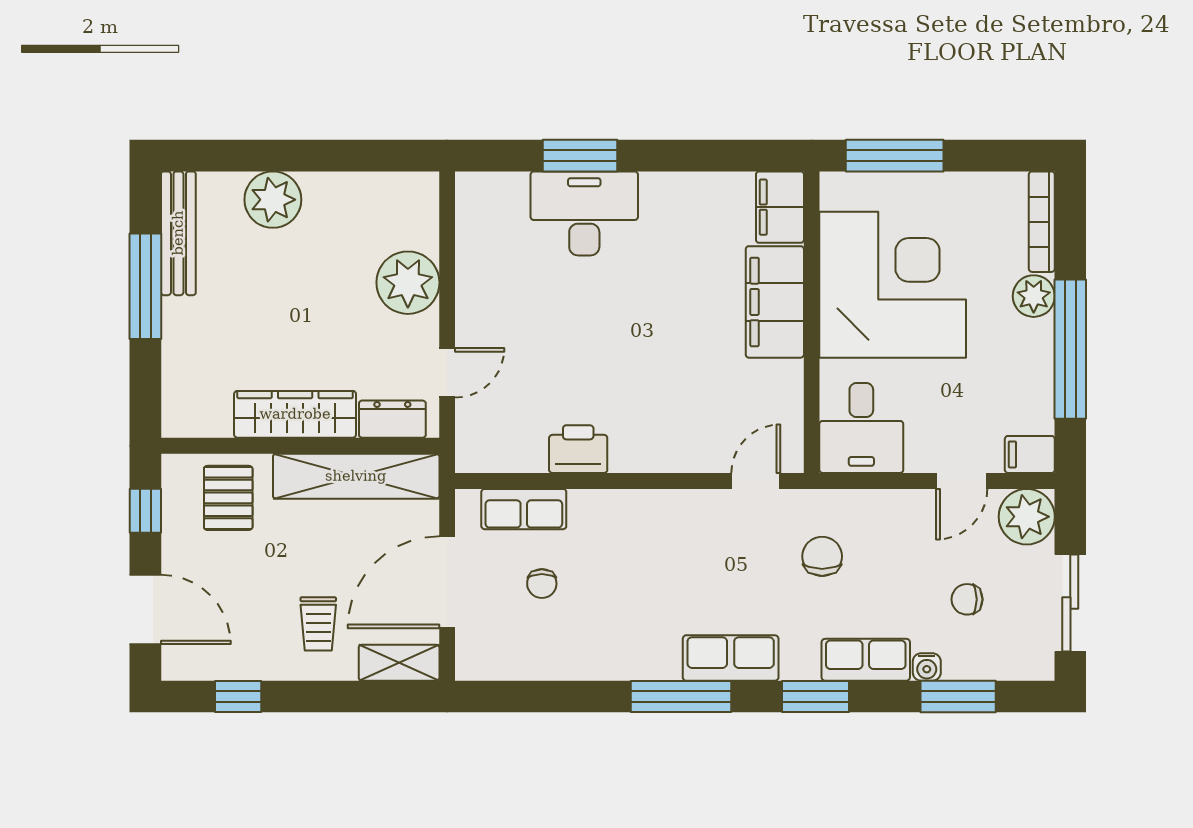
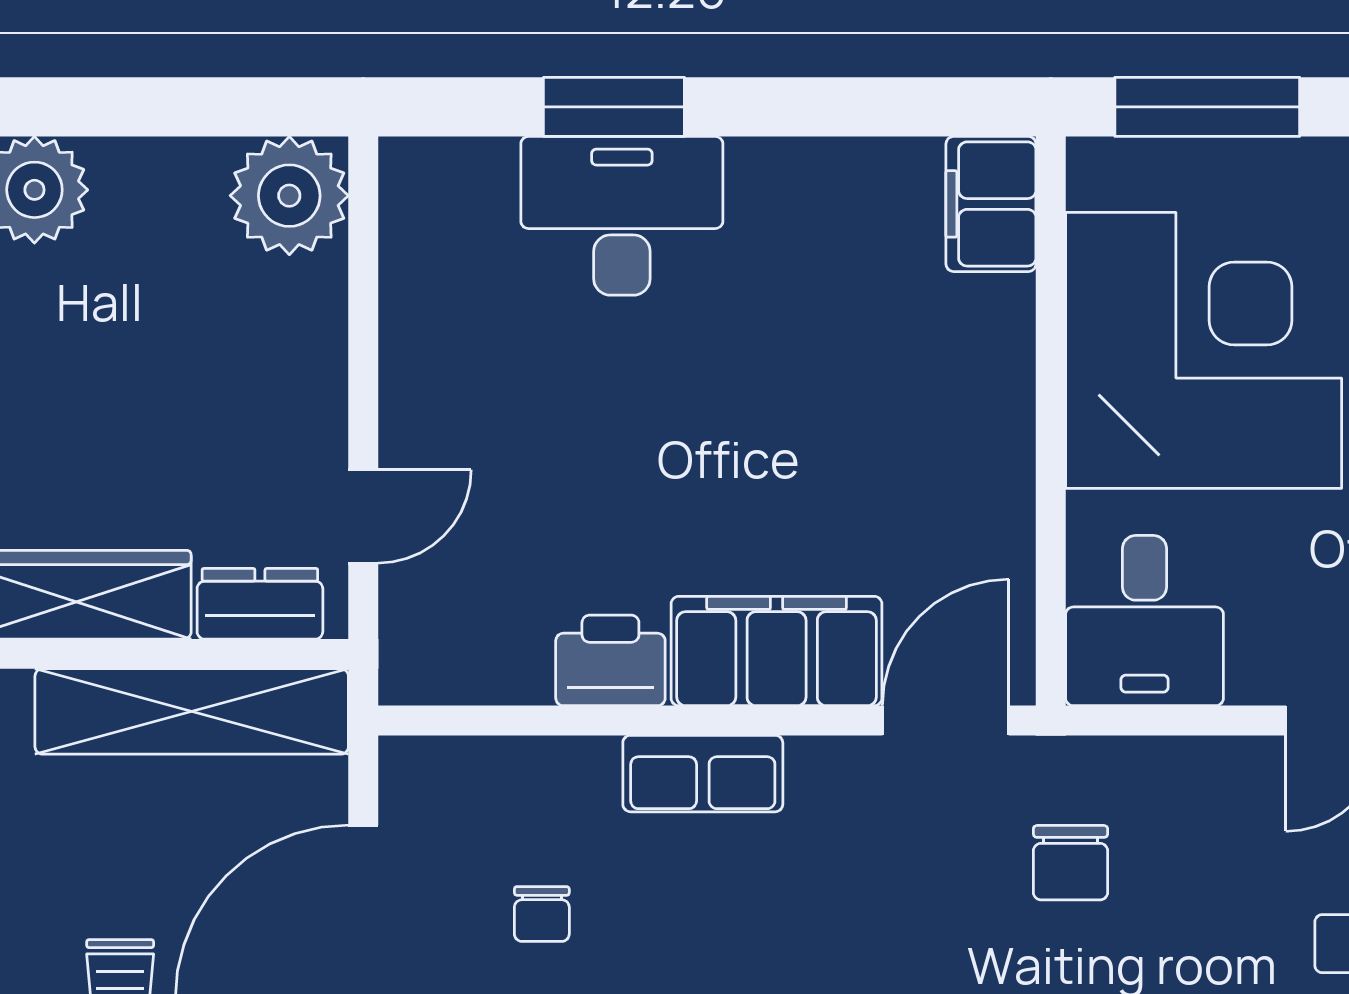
plant: (408, 283) -> (289, 196), moved
filing cabinet: (775, 302) -> (777, 651), moved, turned 90
door: (756, 481) -> (946, 720), width x1.38
row of seats: (524, 509) -> (703, 774), moved
chair: (822, 556) -> (1071, 863), turned 180

